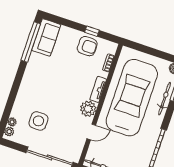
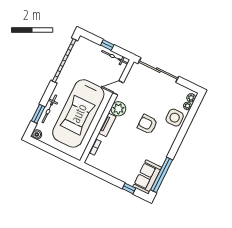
window: (92, 31) -> (129, 188), moved
armchair: (87, 46) -> (147, 124), moved
side table: (38, 121) -> (175, 118), moved

